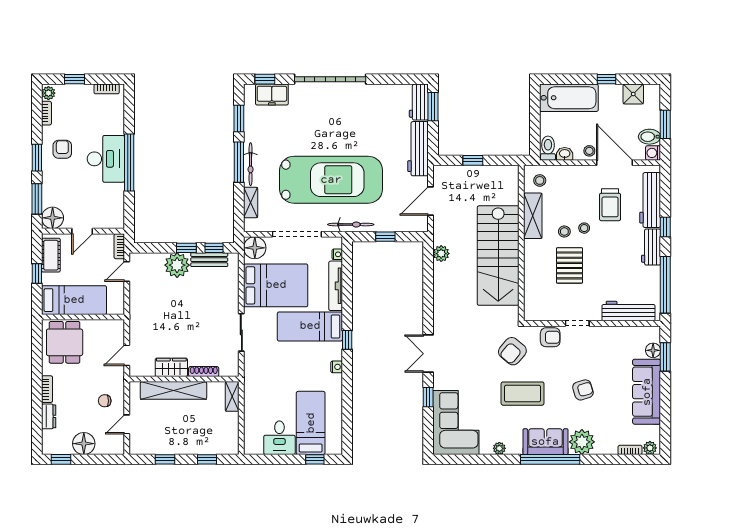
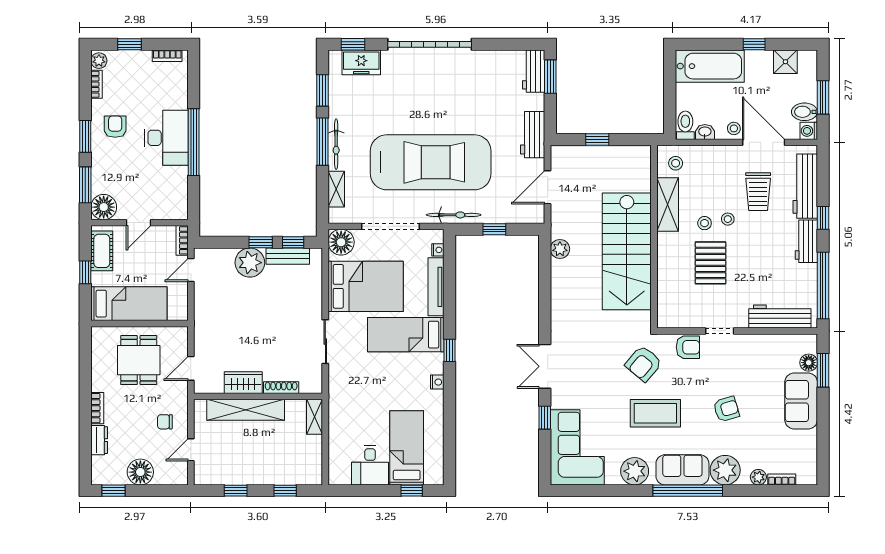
workbench: (418, 149) -> (533, 135), width x0.73
dining table: (65, 342) -> (139, 360), moved
sofa: (647, 392) -> (801, 401), width x0.73
plant: (499, 448) -> (635, 471), width x1.87, depth x1.87
plant: (650, 448) -> (758, 477), moved

